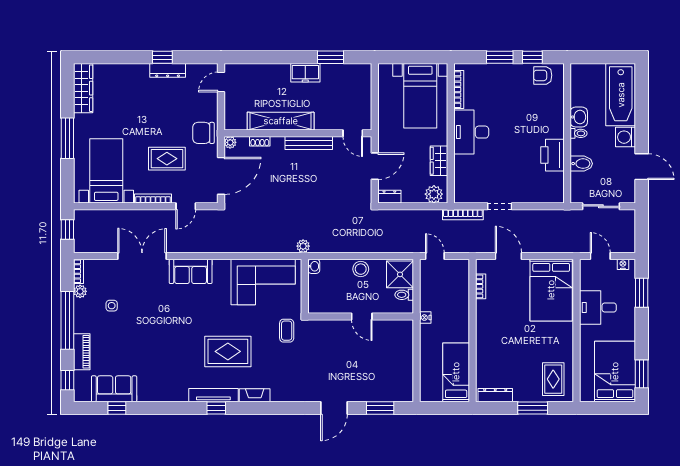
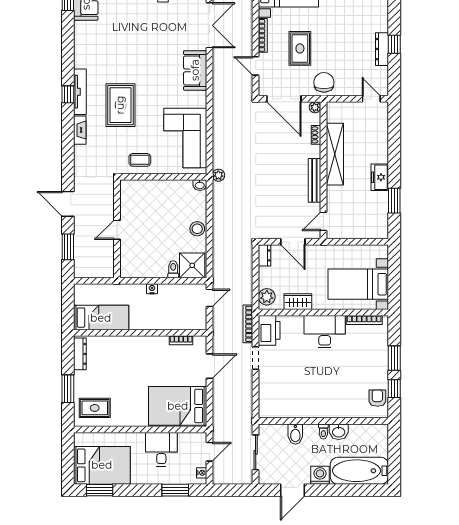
printer: (553, 155) -> (269, 330), moved, turned 90
wall: (361, 316) -> (117, 229), moved
door: (362, 316) -> (117, 230), moved

